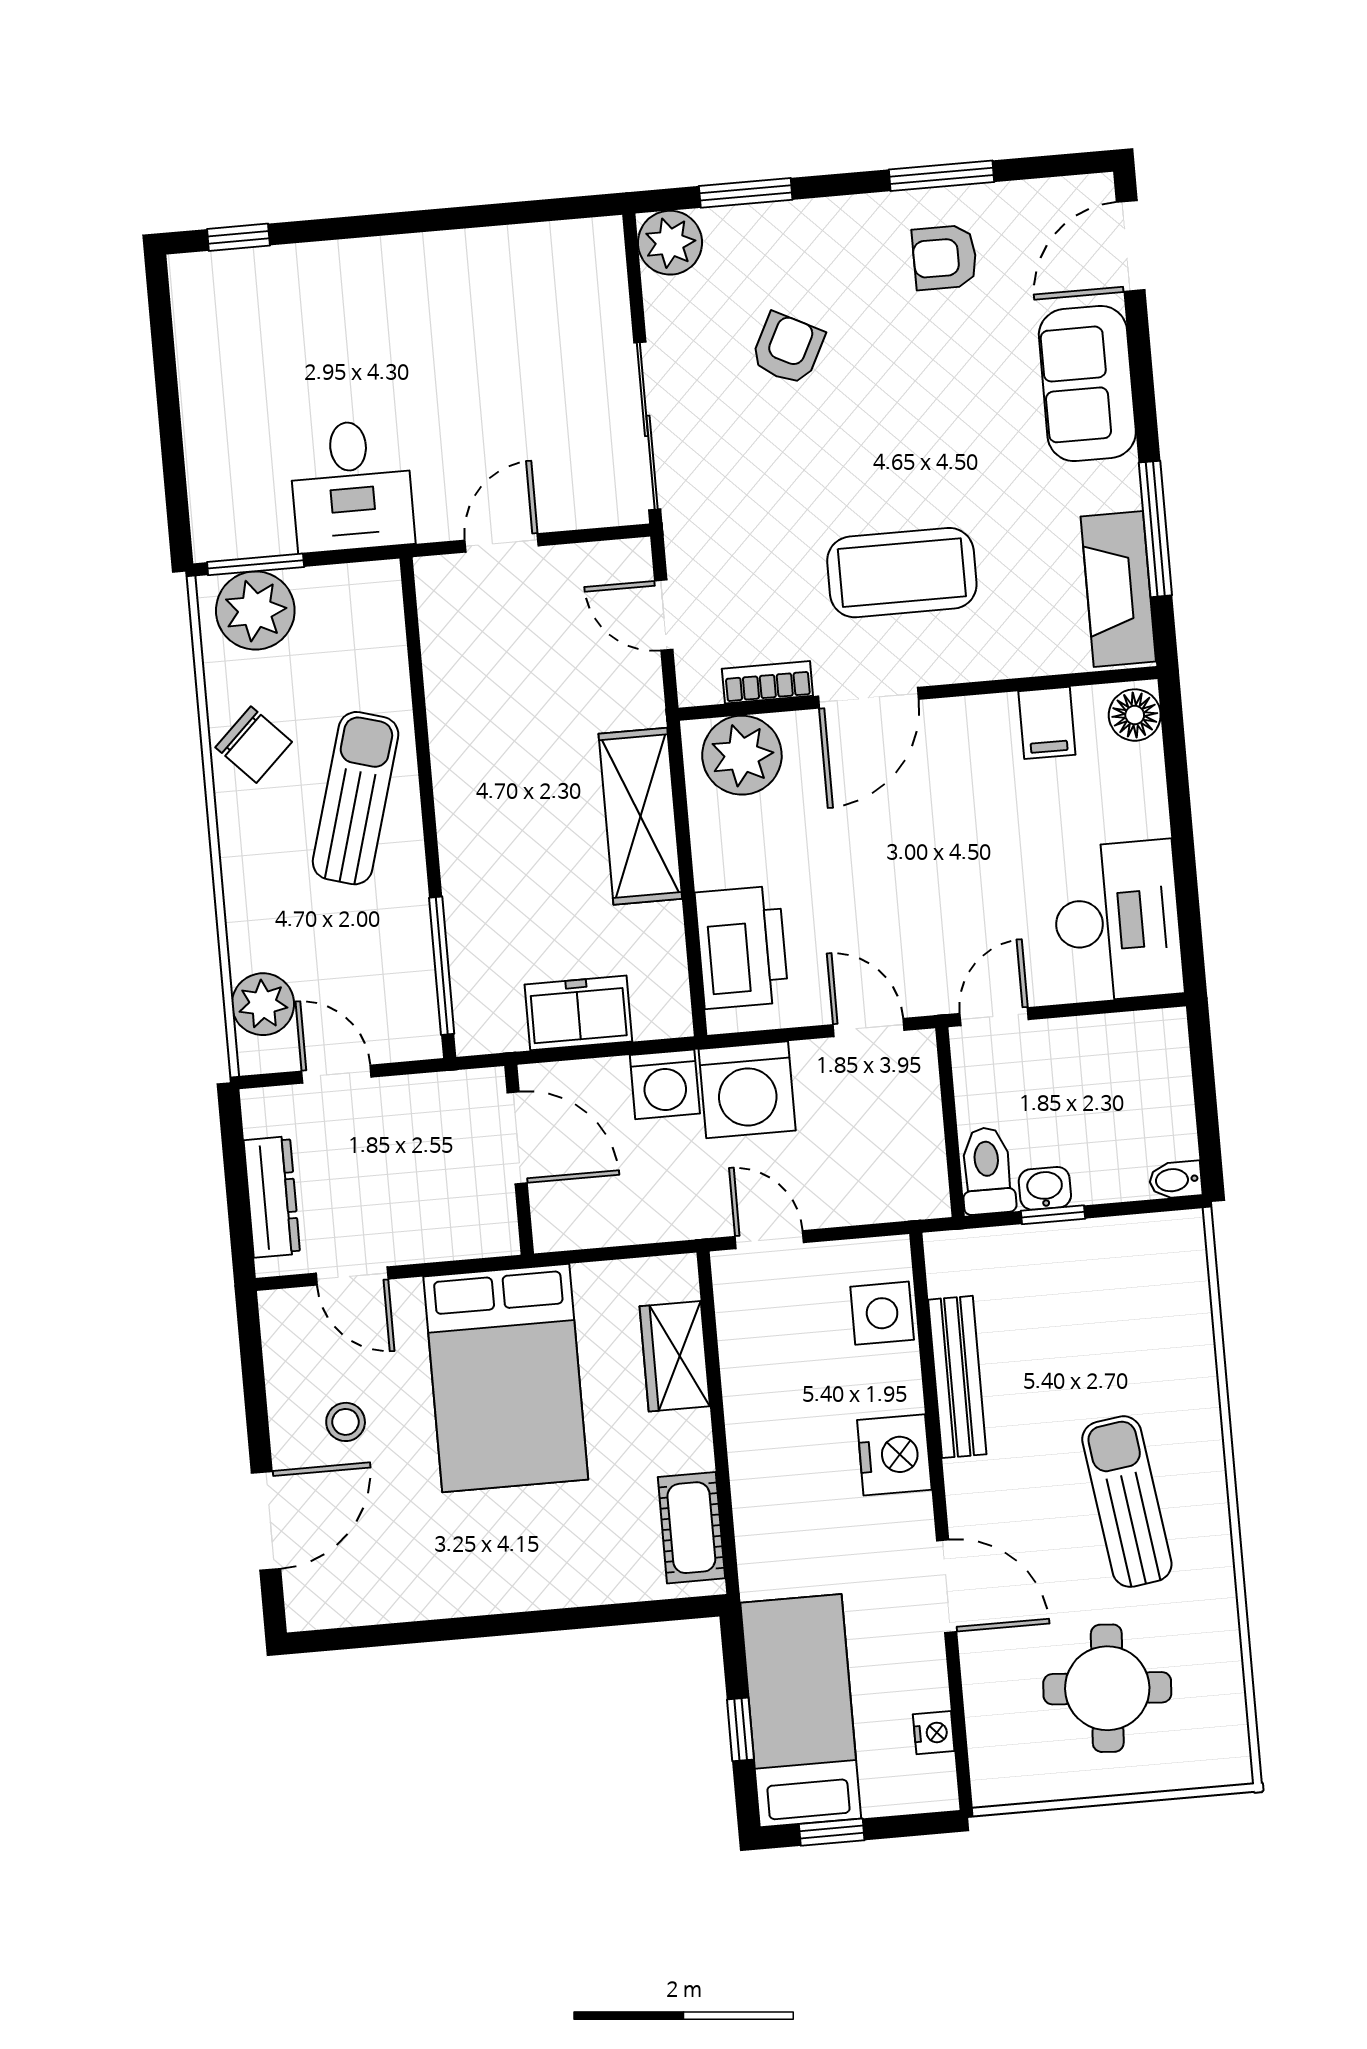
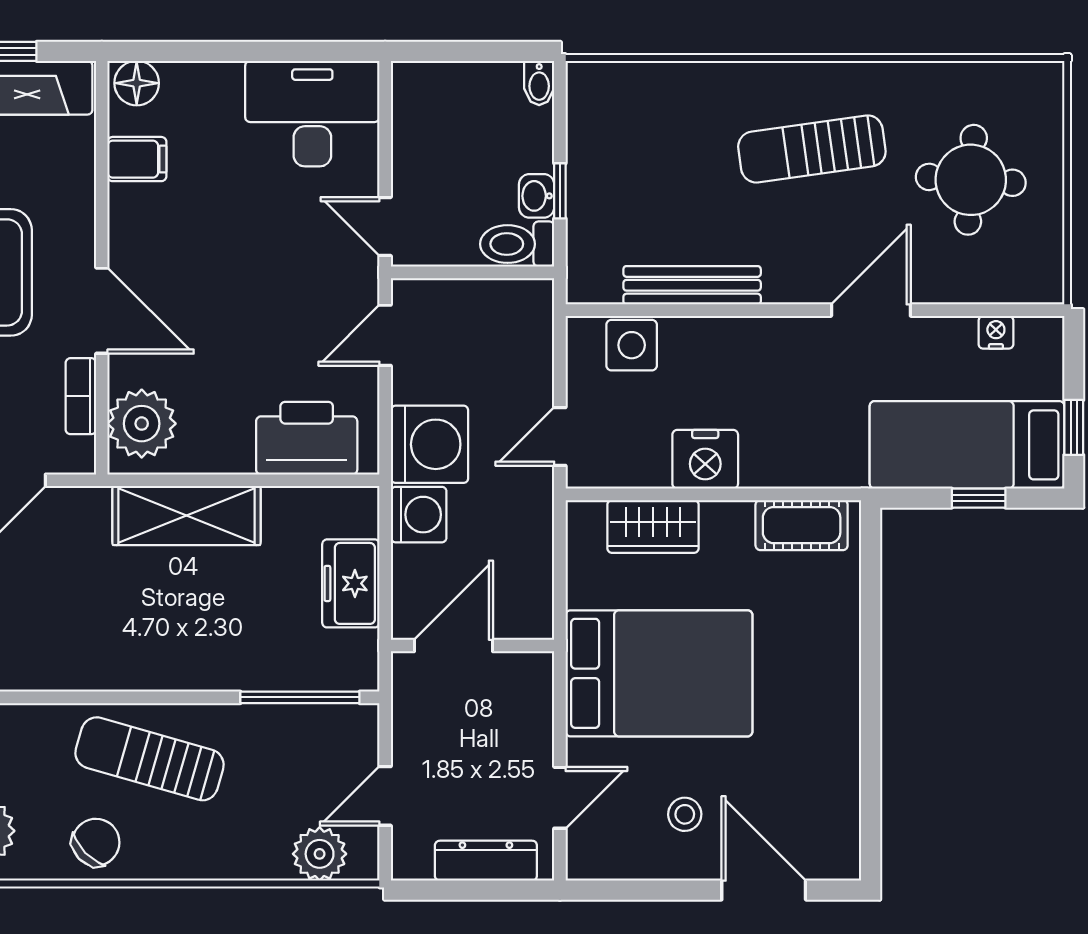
nightstand: (894, 1455) -> (705, 459), moved, turned 180

